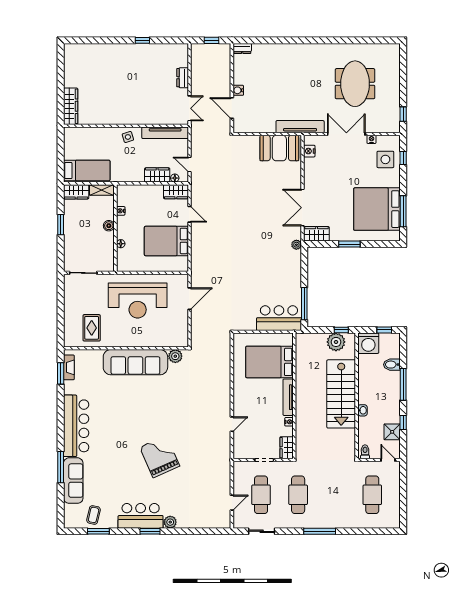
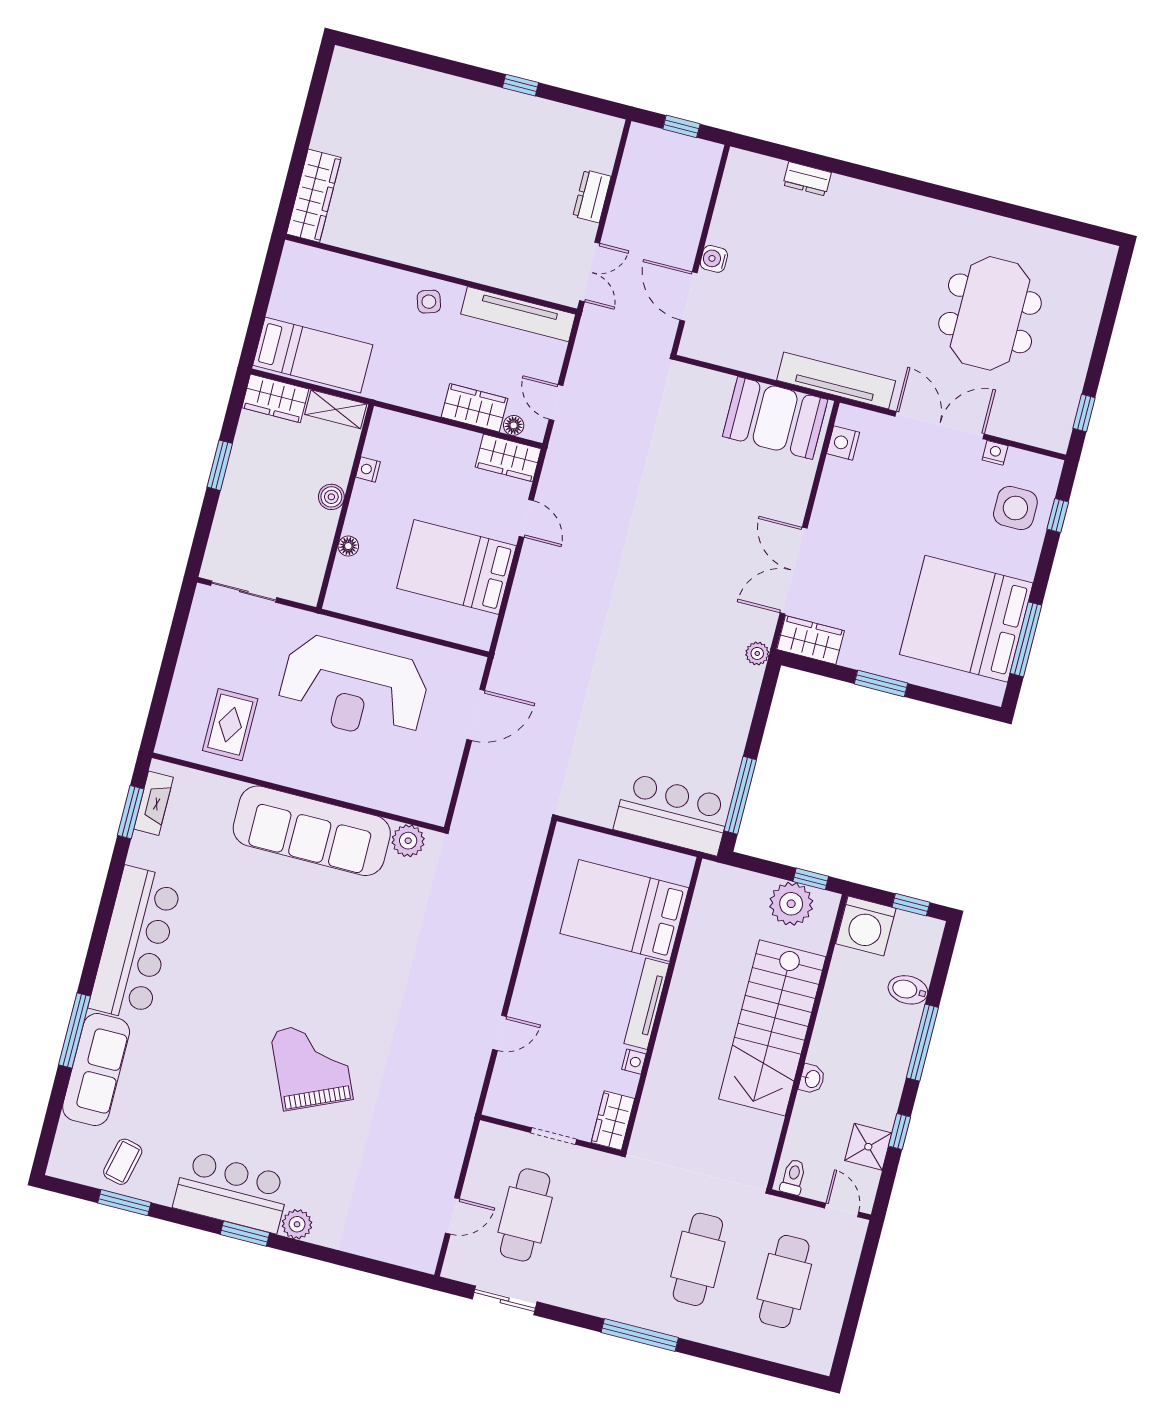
dresser: (242, 48) -> (807, 179), moved
cafe table: (298, 495) -> (698, 1259), moved

